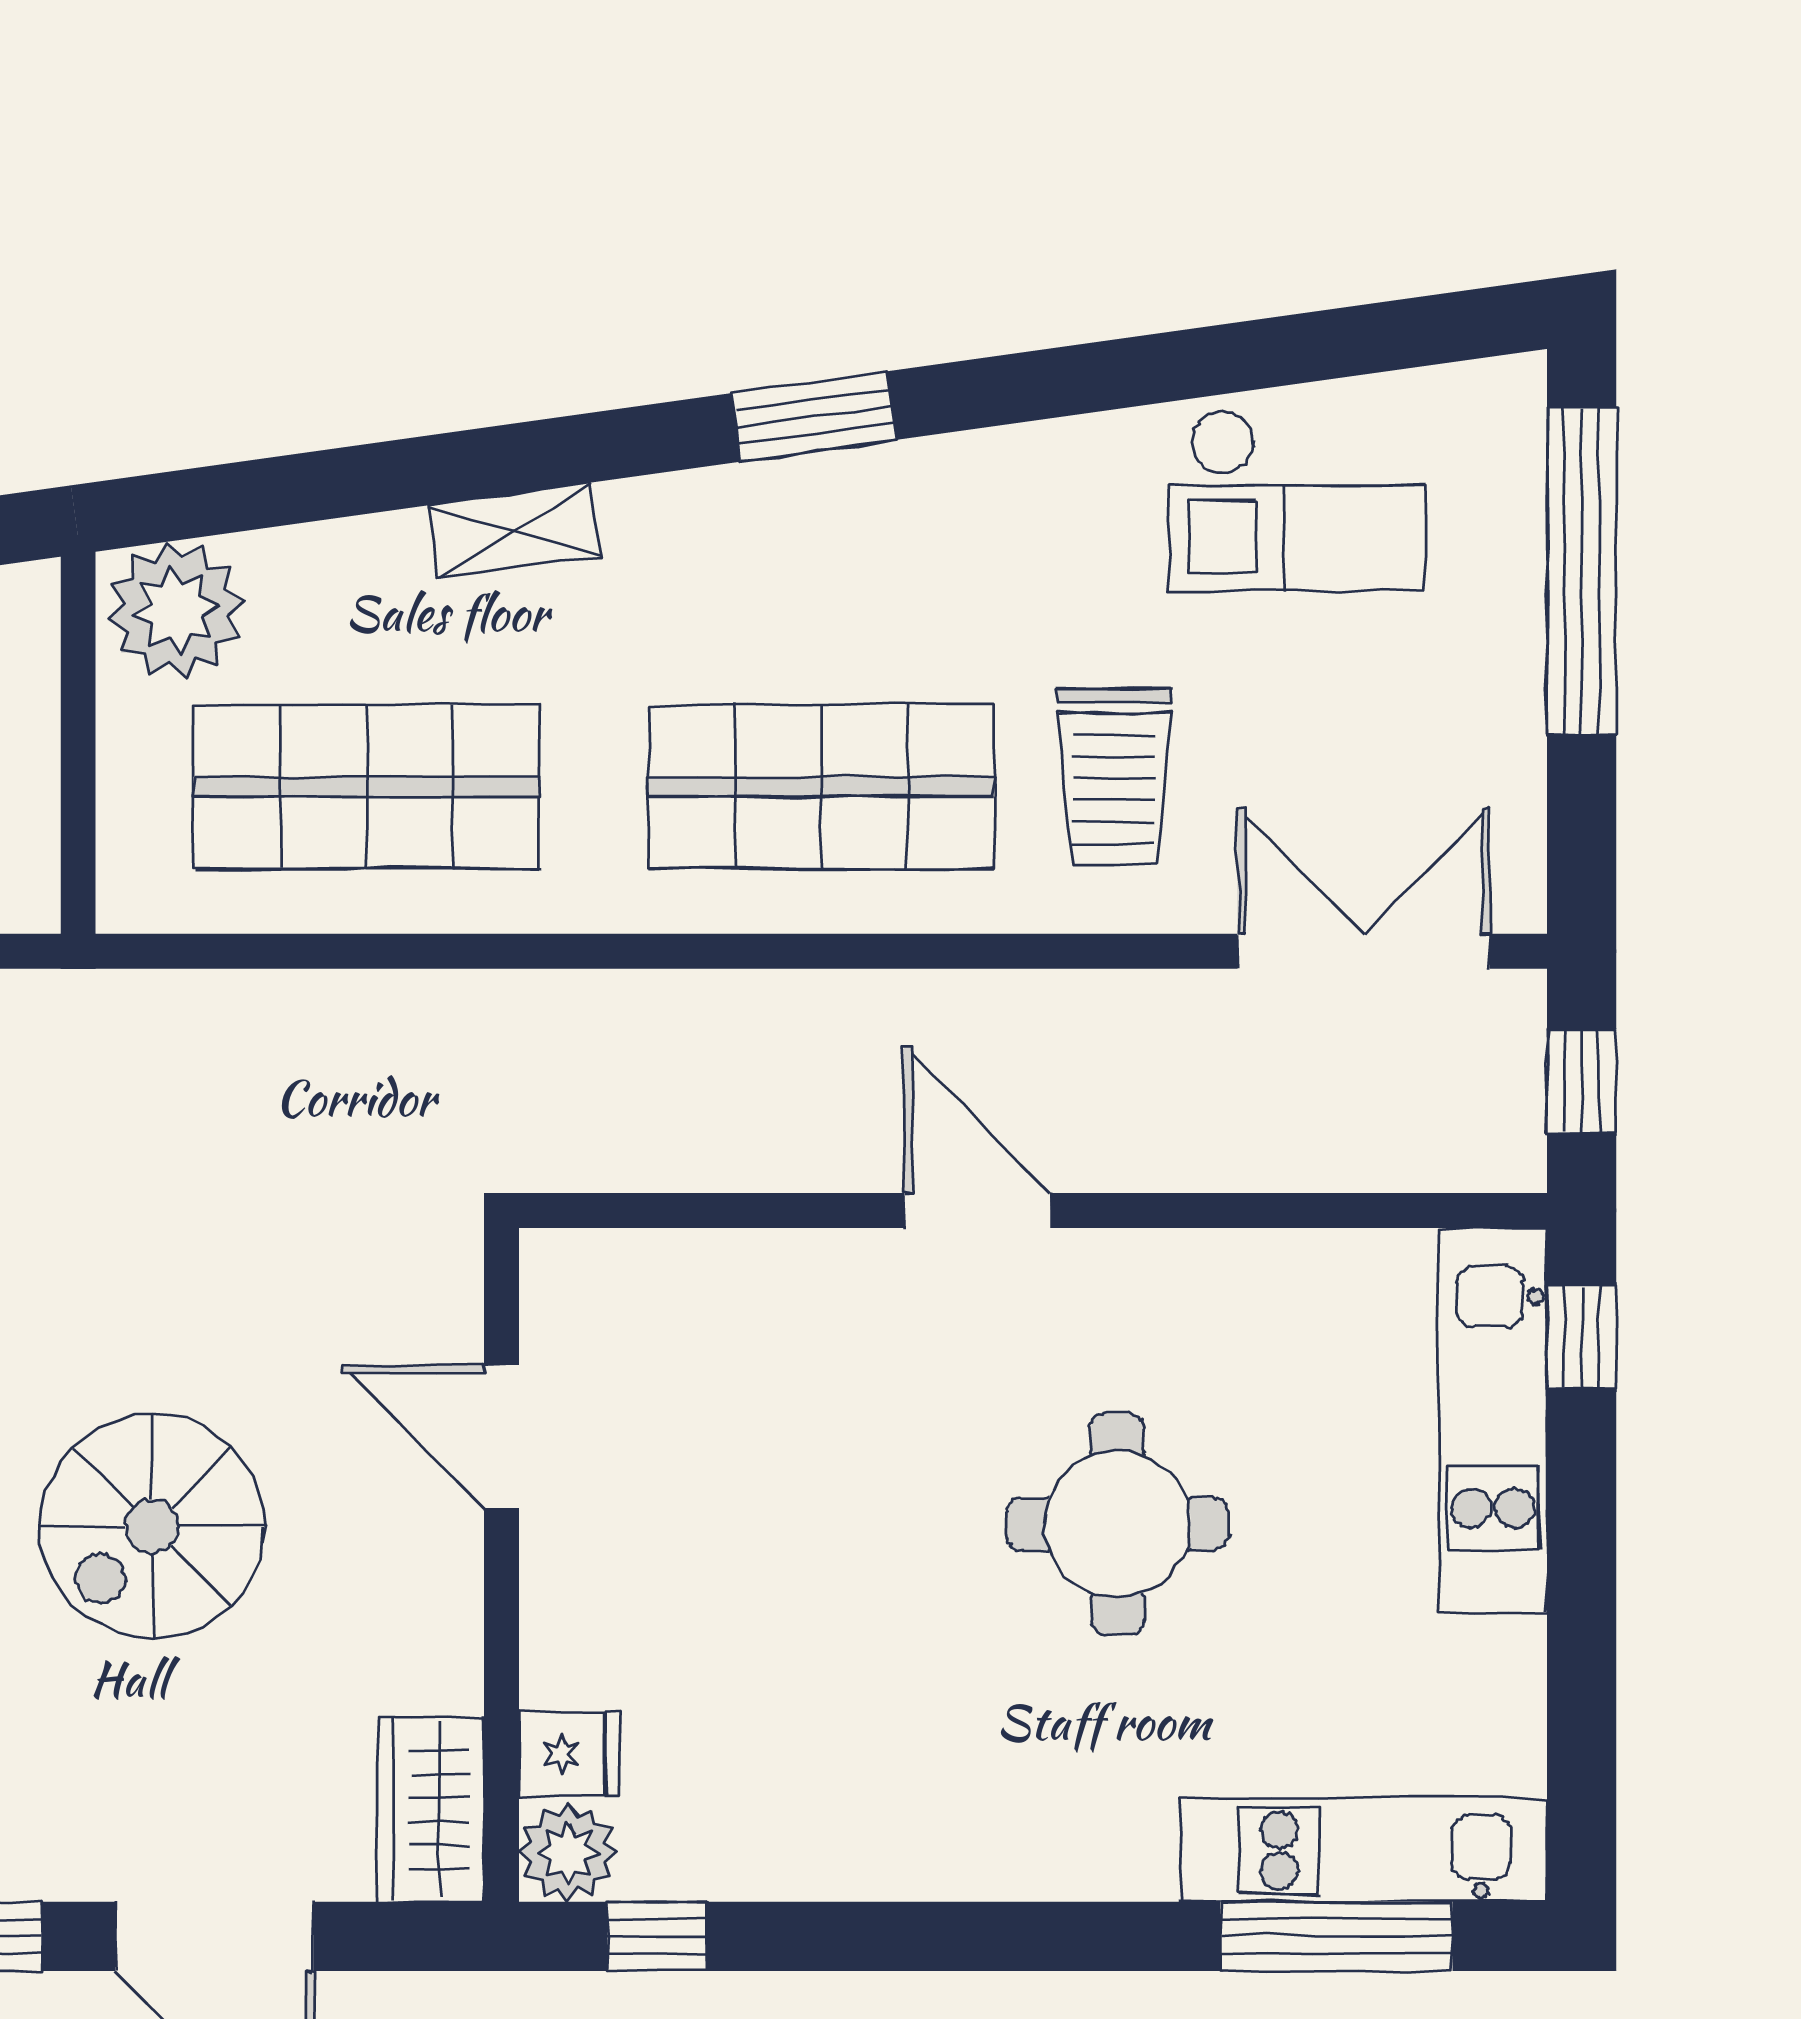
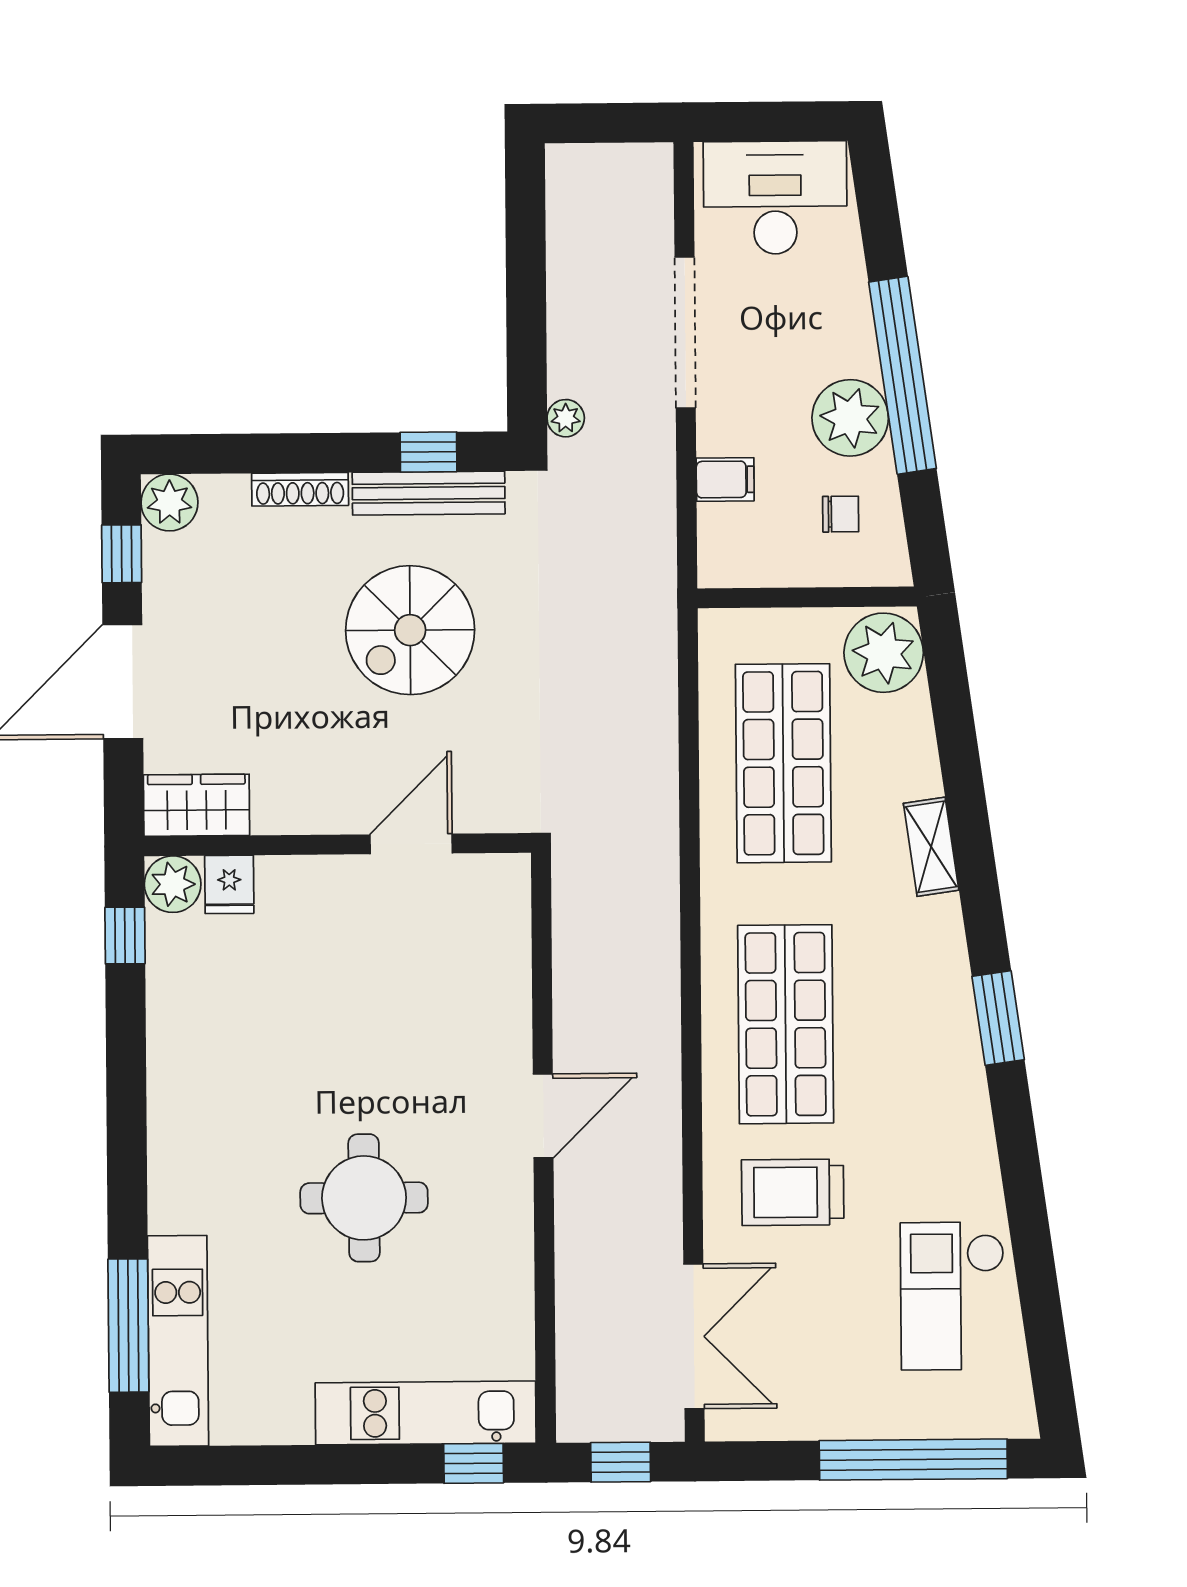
spiral stairs: (152, 1526) -> (410, 630), moved, turned -90

